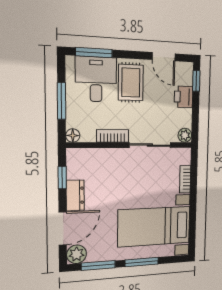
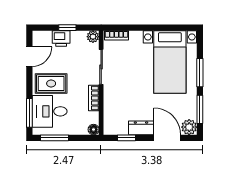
window: (196, 81) -> (67, 28), moved
window: (62, 101) -> (54, 138), moved
bookcase: (185, 179) -> (116, 35), moved

